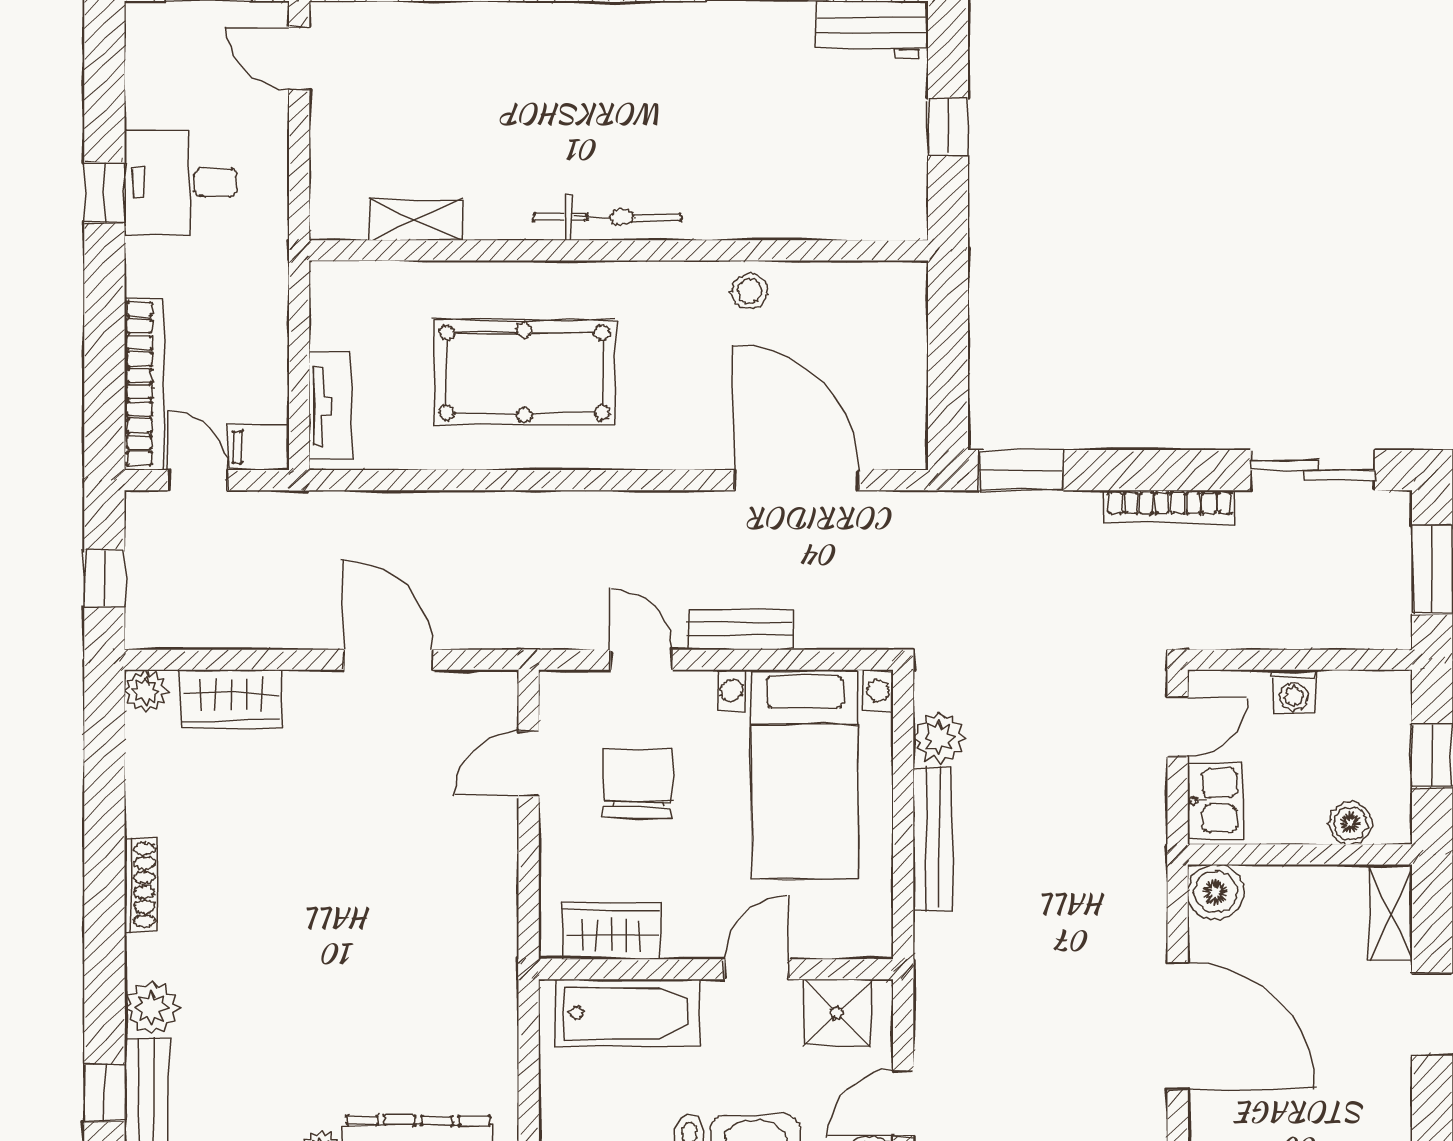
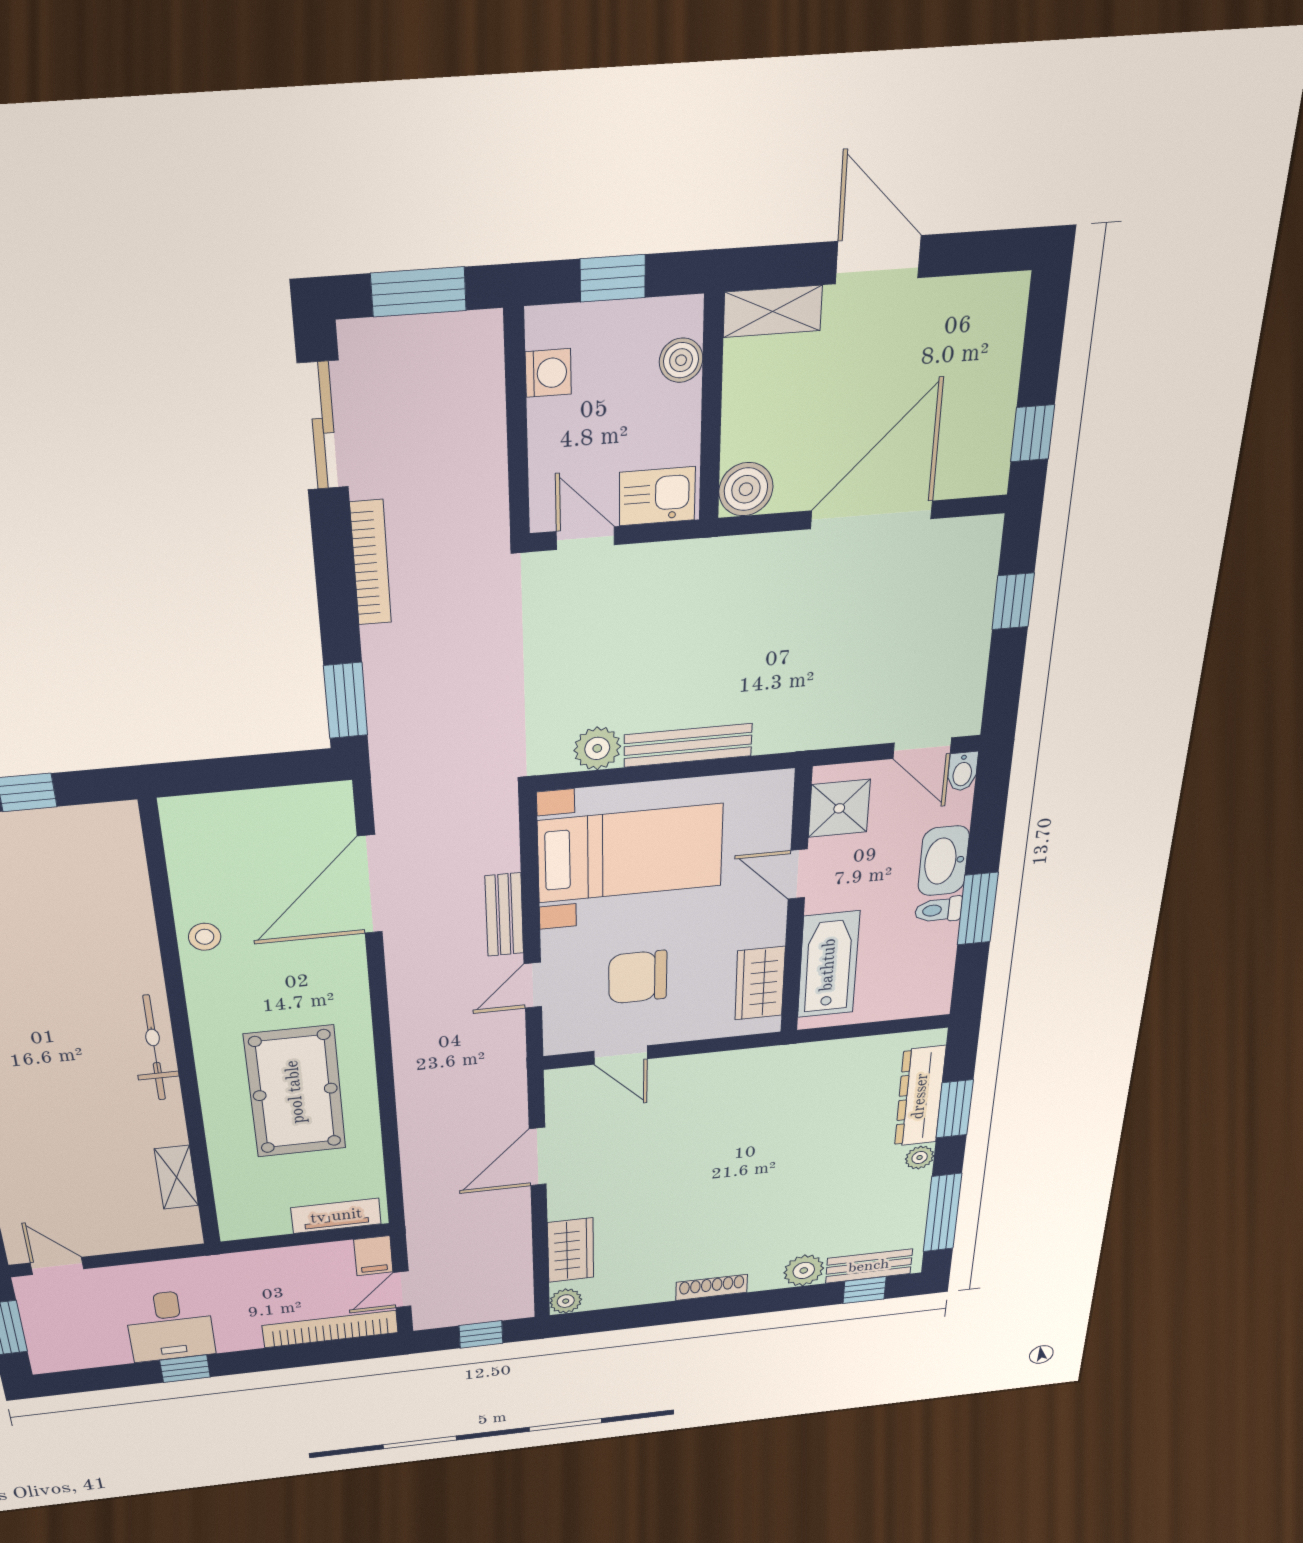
door: (299, 59) -> (57, 1266), swing flipped
washing machine: (1294, 692) -> (548, 373), moved

